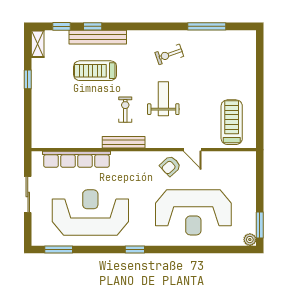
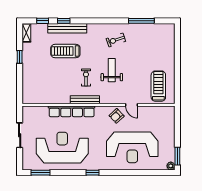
row of seats: (77, 159) -> (72, 111), moved

